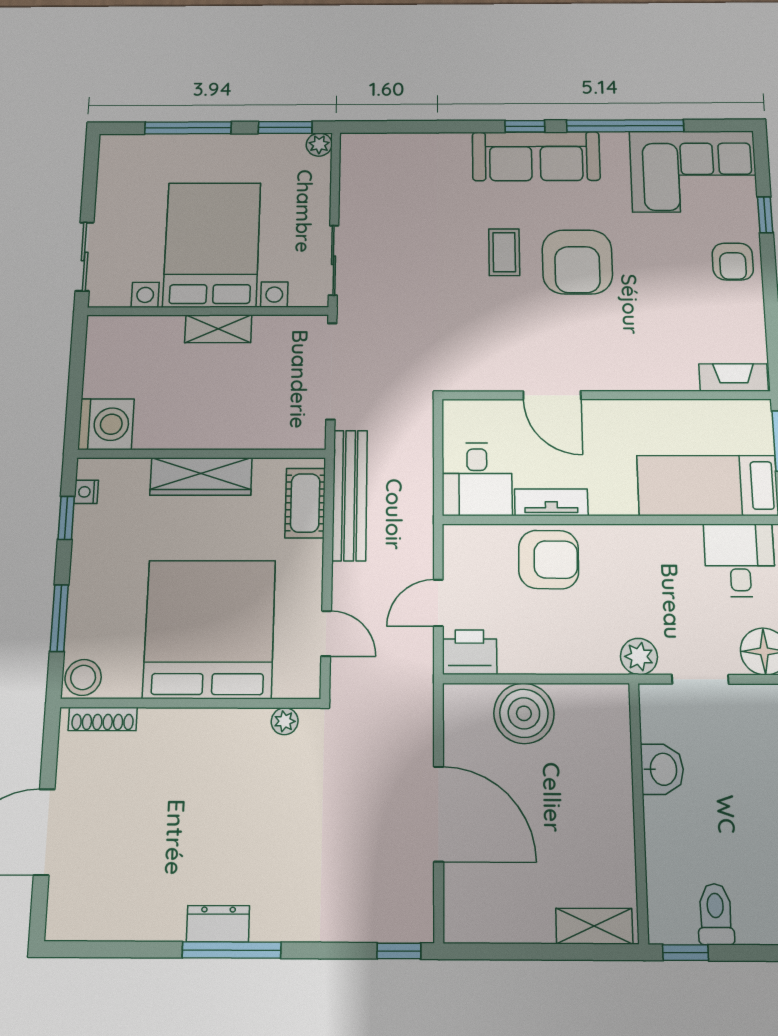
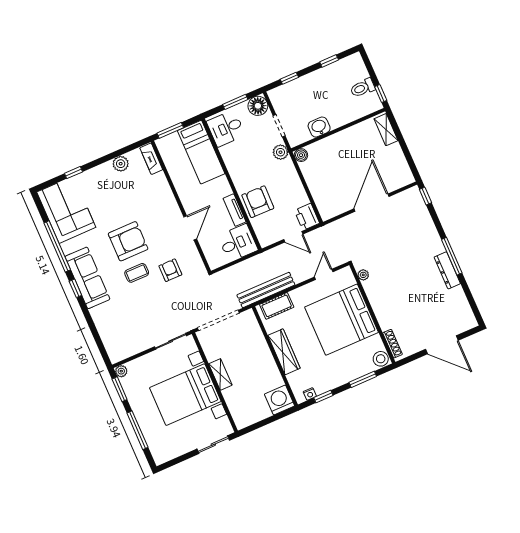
armchair: (733, 262) -> (170, 270), moved, turned -90
plant: (747, 313) -> (121, 164), added
boiler: (524, 713) -> (301, 155), moved, width x0.54, depth x0.54
dresser: (218, 924) -> (447, 270), width x1.44

